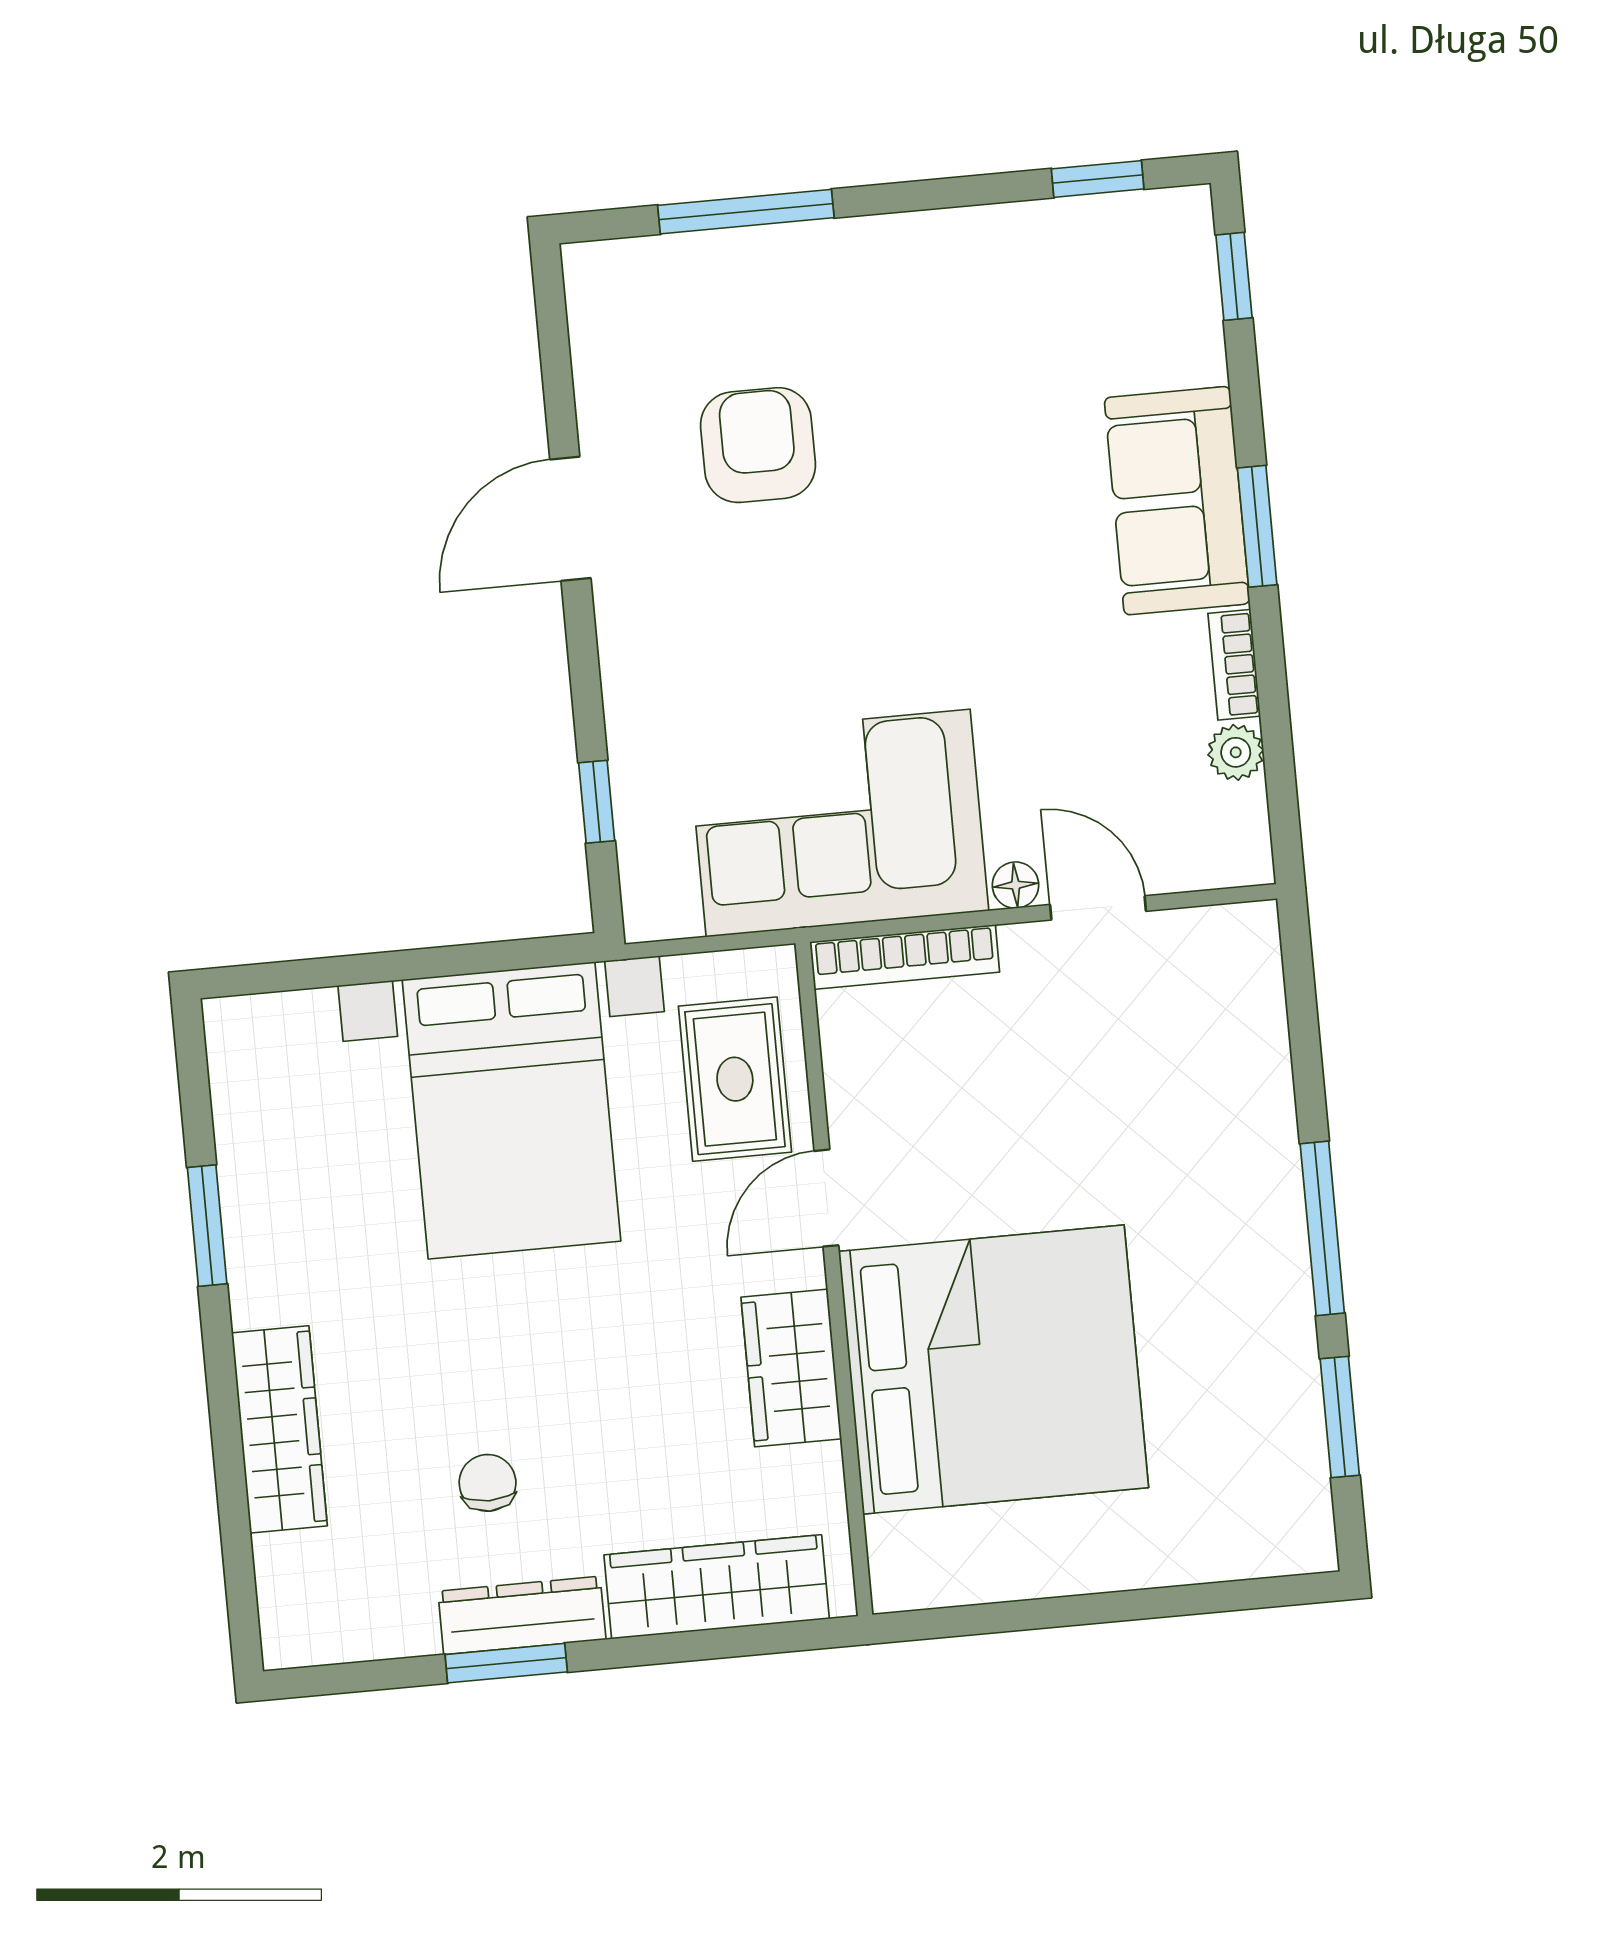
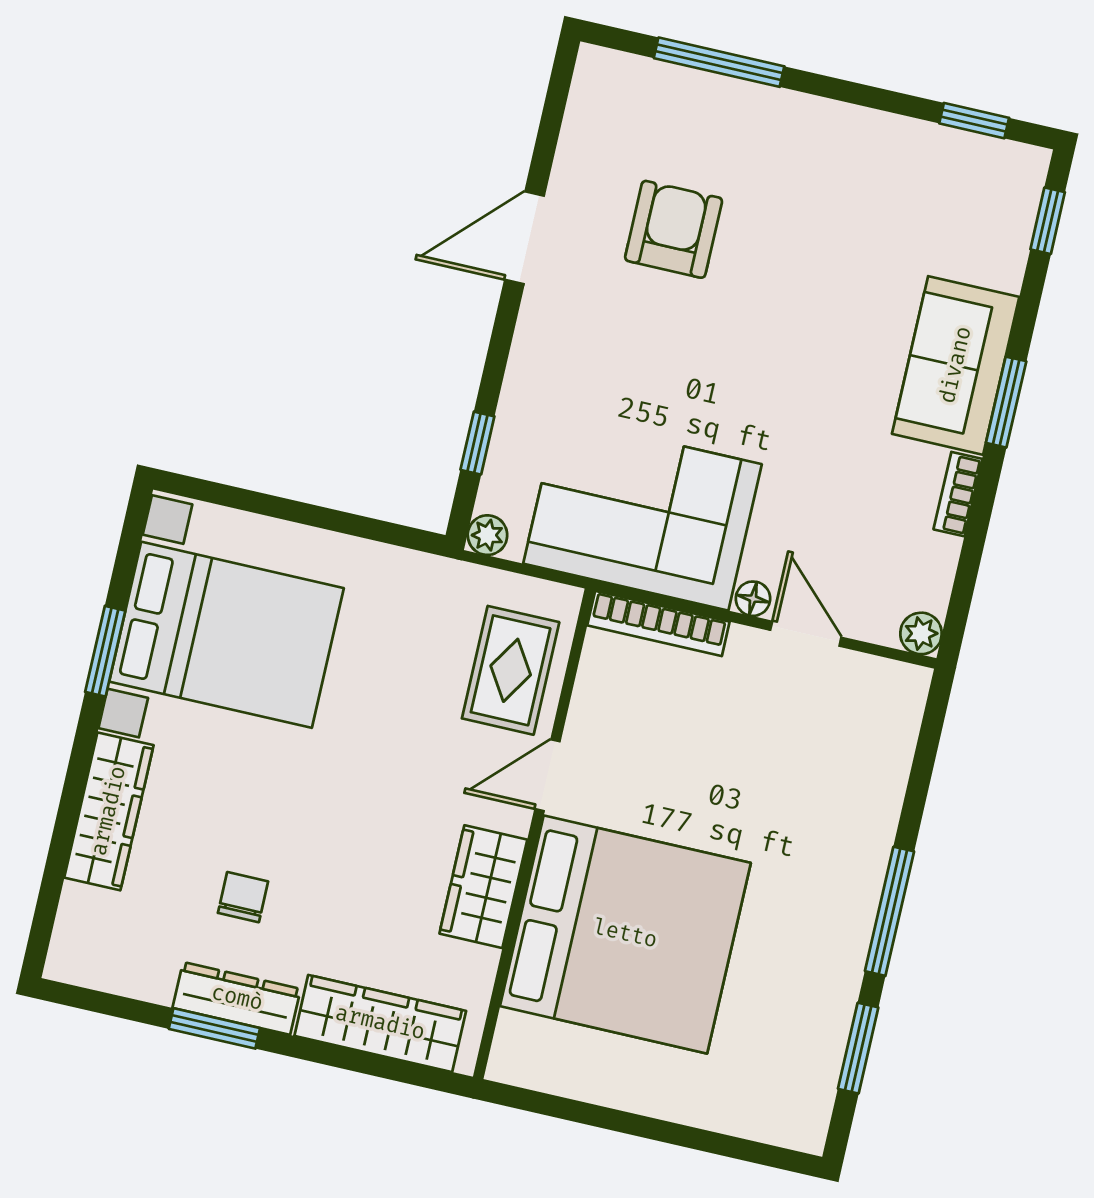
plant: (1236, 752) -> (921, 633), moved
plant: (648, 916) -> (487, 535), added
bed with nightstands: (511, 1110) -> (226, 635), moved, turned -90

